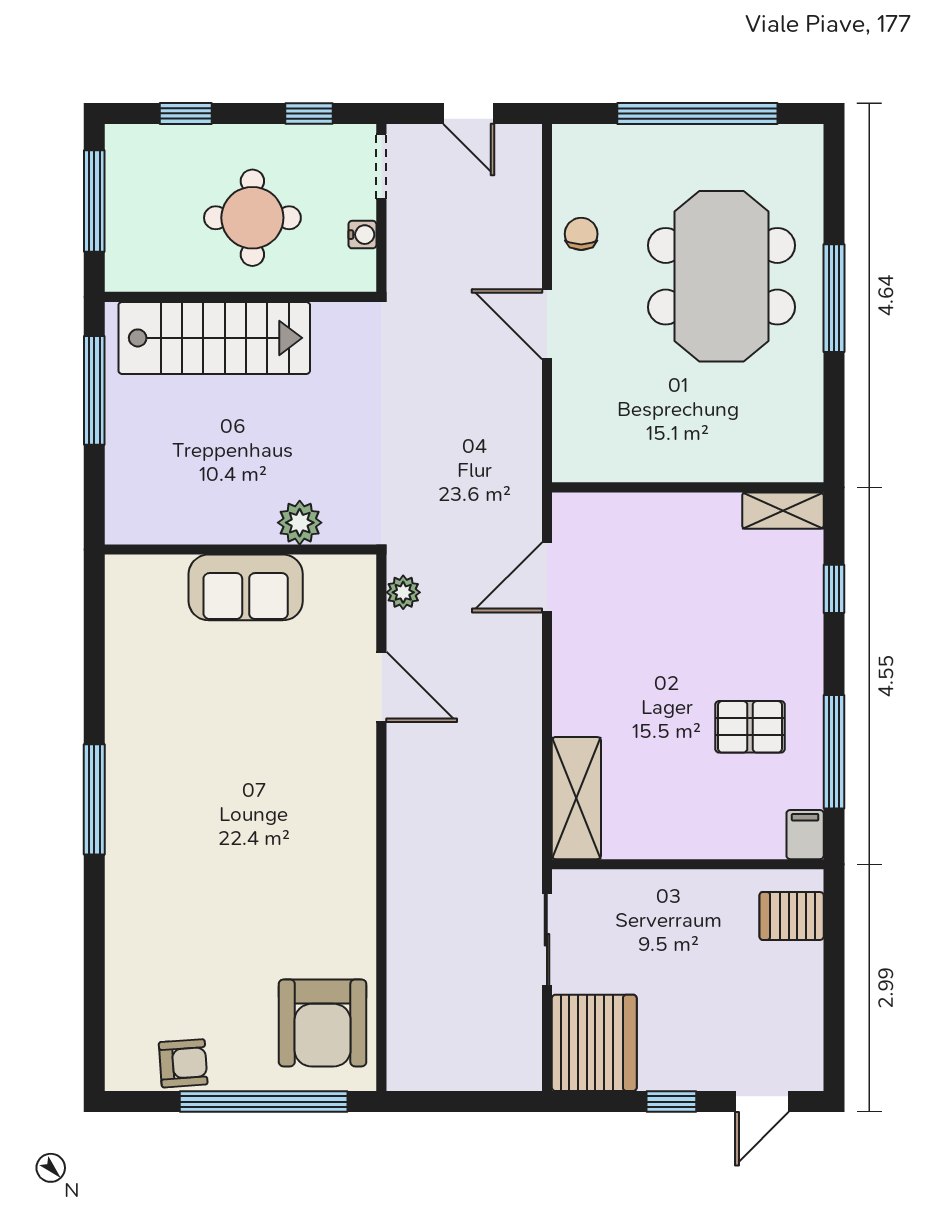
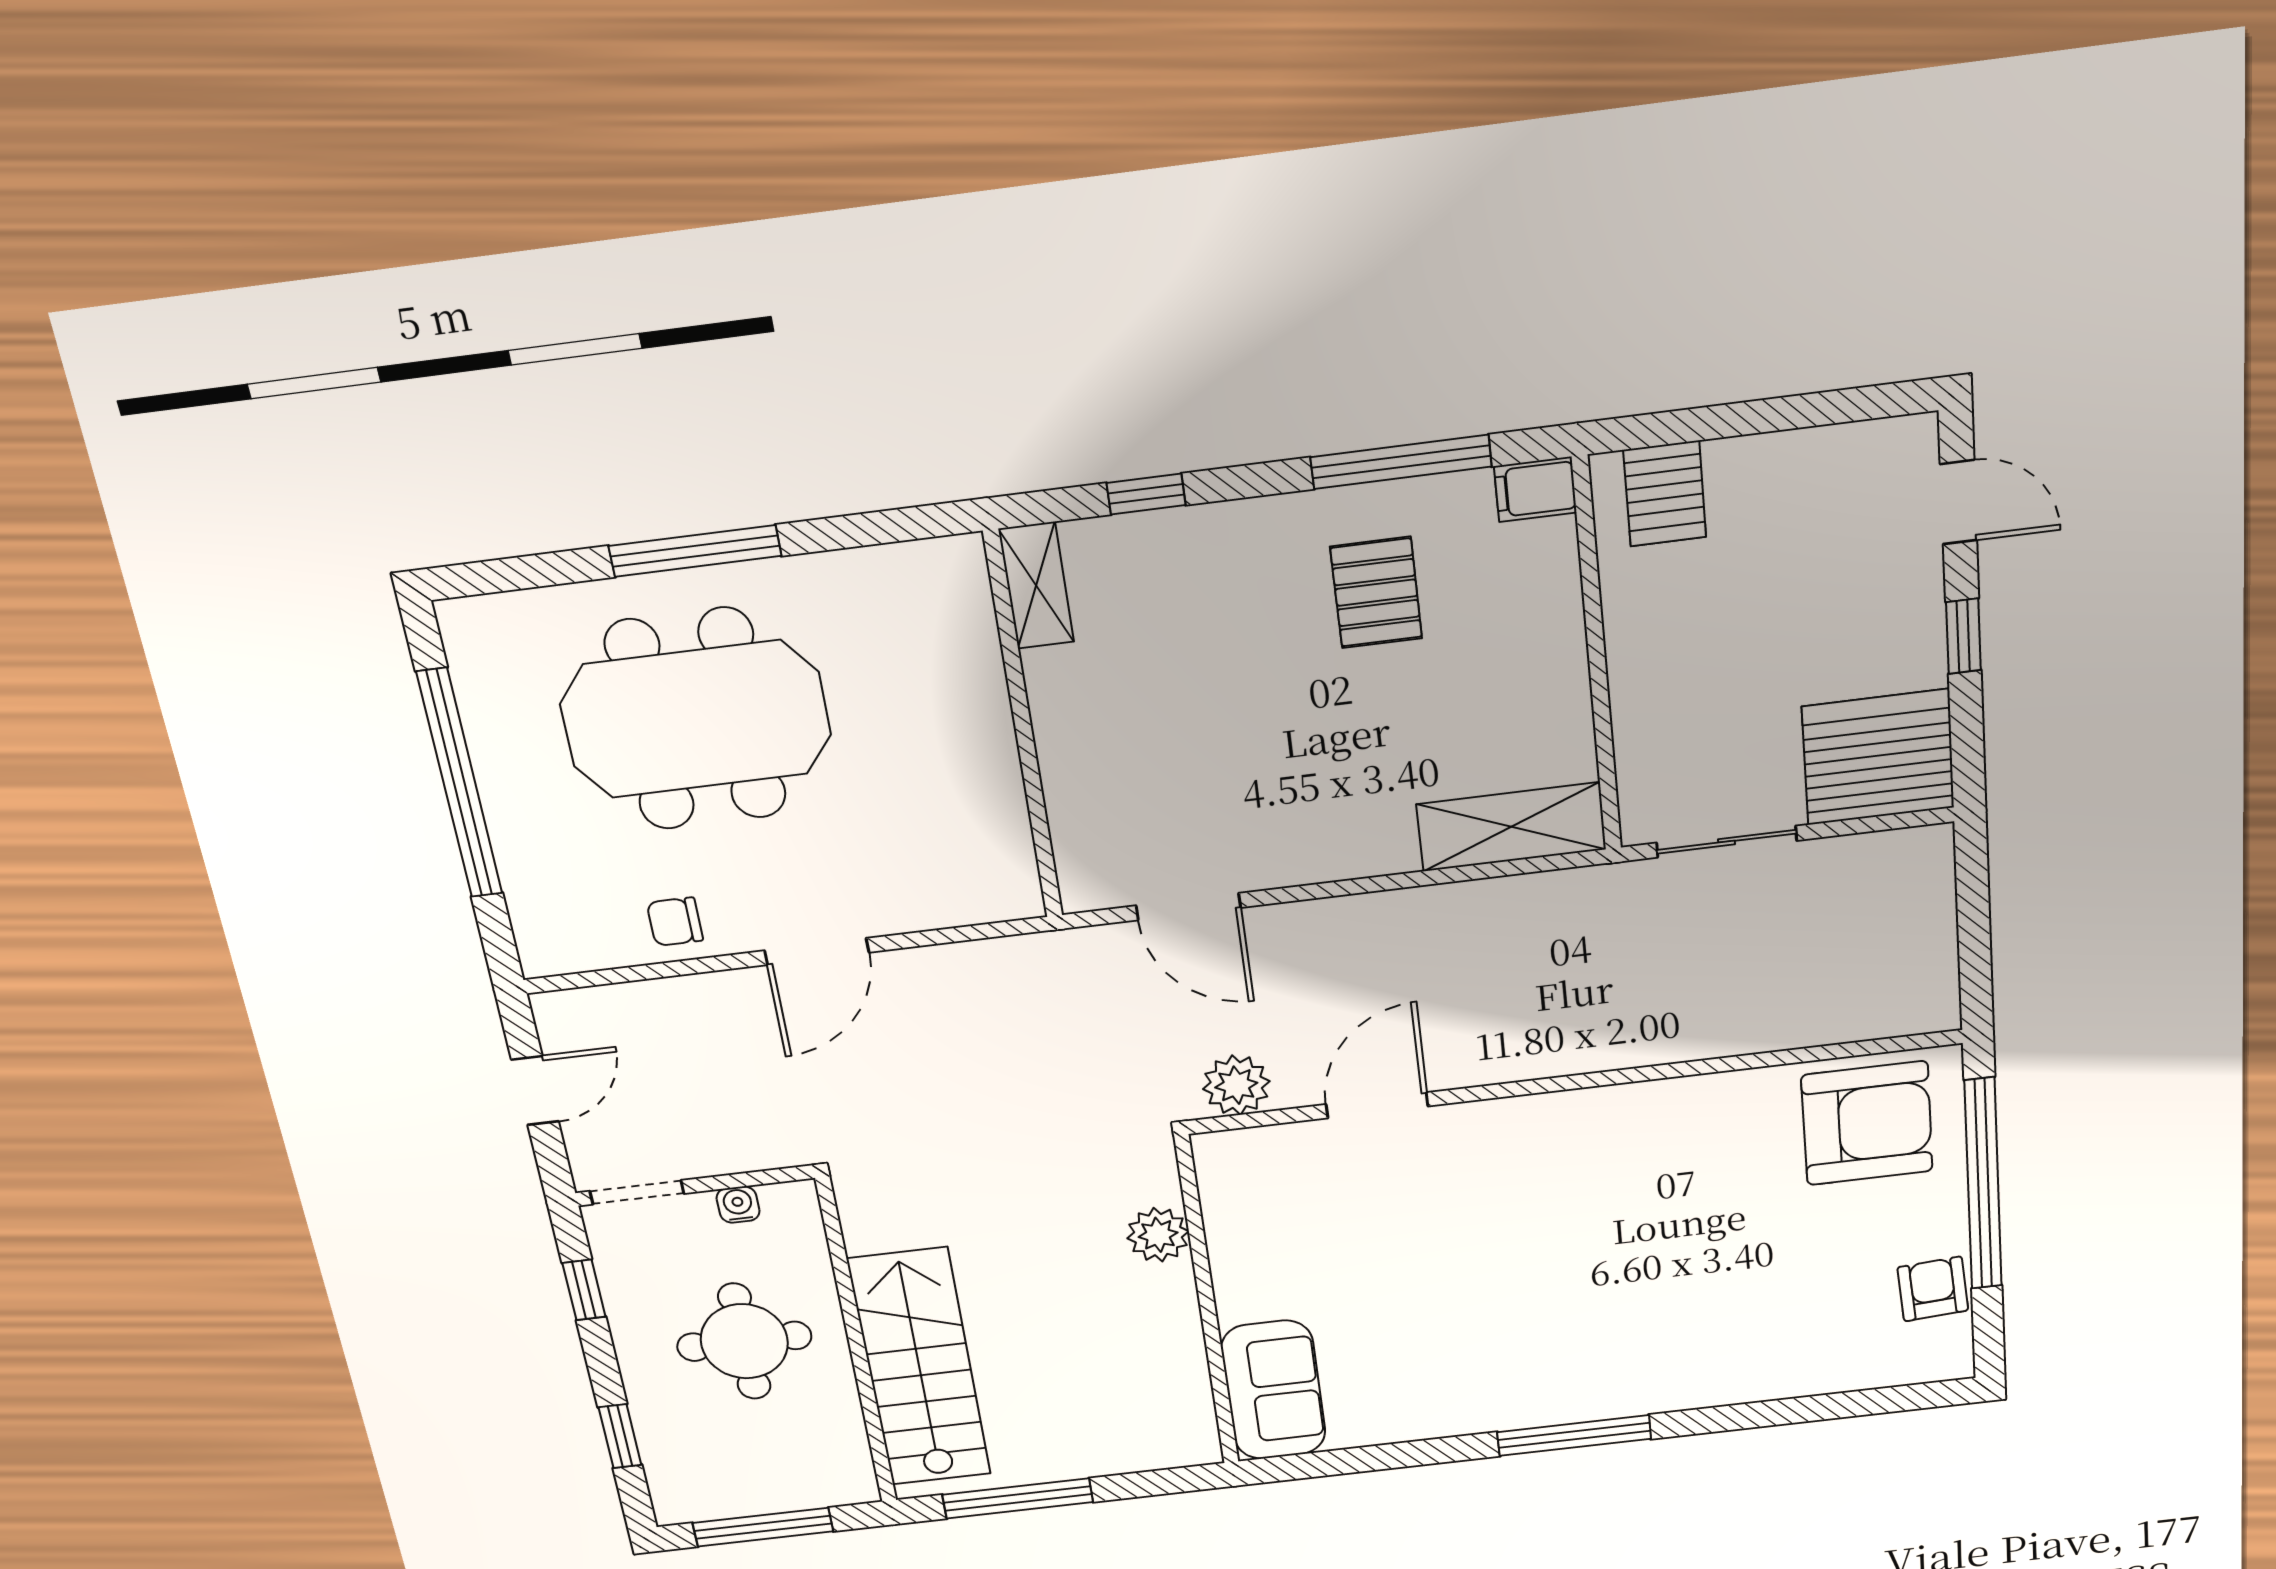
sofa: (246, 587) -> (1273, 1390), moved
plant: (403, 592) -> (1236, 1085), width x1.38, depth x1.38

